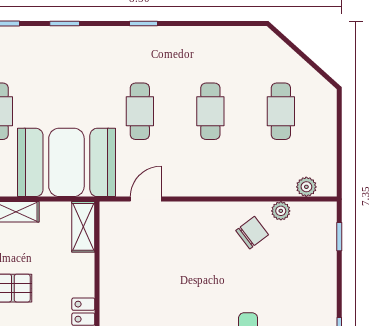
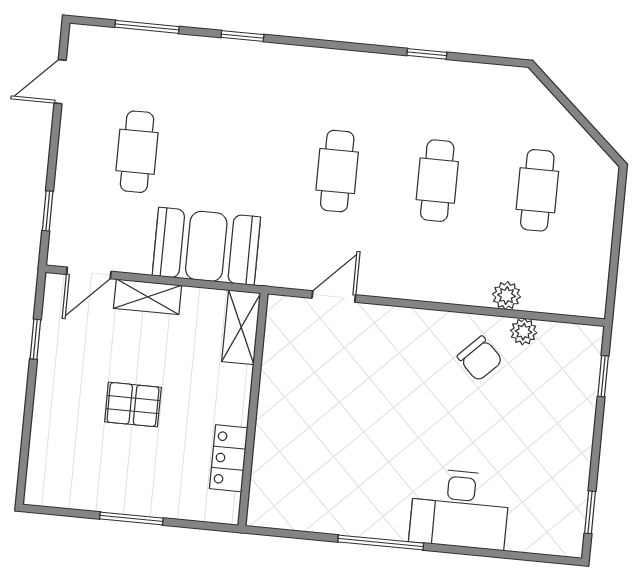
window: (143, 23) -> (427, 54), moved
booth: (66, 162) -> (206, 246), width x0.73, depth x0.70
plant: (306, 187) -> (506, 296), moved
chair: (252, 233) -> (480, 359), turned 82

